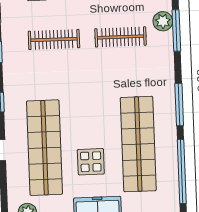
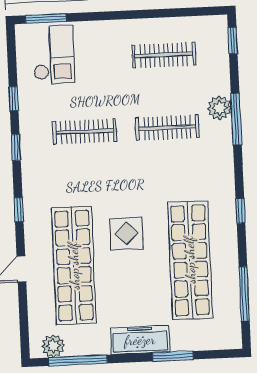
window: (179, 105) -> (240, 211), width x0.46
display table: (91, 162) -> (126, 233), moved
window: (182, 171) -> (244, 294), width x0.68

